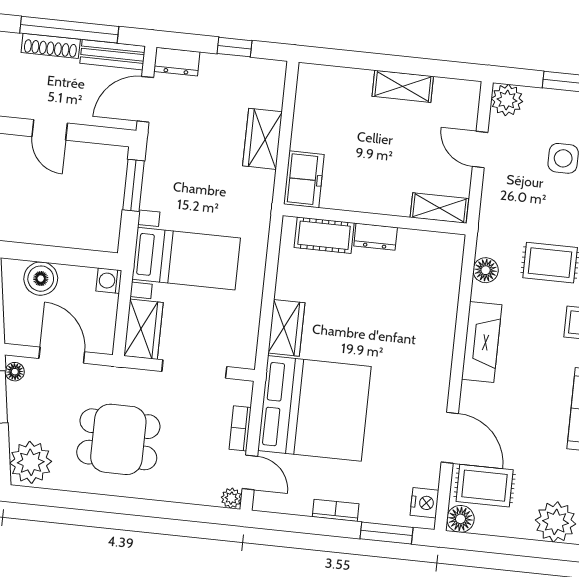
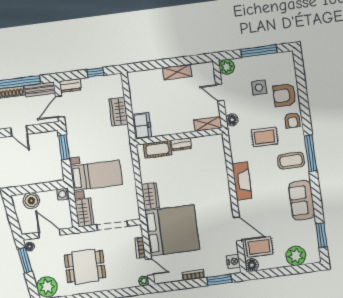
floor lamp: (486, 270) -> (232, 120), moved

